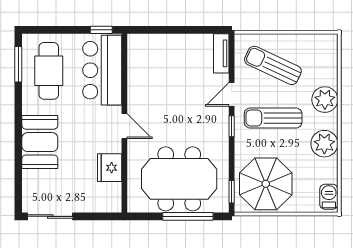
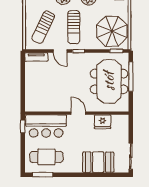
door: (124, 126) -> (78, 113), hinge flipped
booth: (40, 142) -> (98, 162), moved

